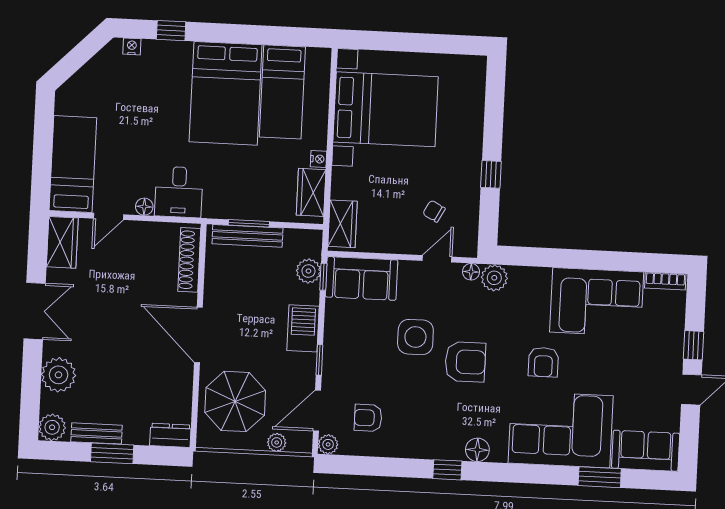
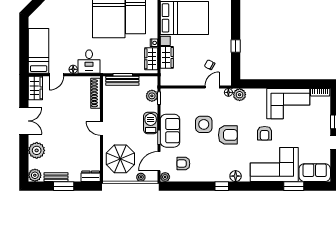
wardrobe: (342, 224) -> (167, 57), moved
sofa: (362, 278) -> (170, 131), moved, turned -90
door: (198, 335) -> (102, 128), width x0.53

